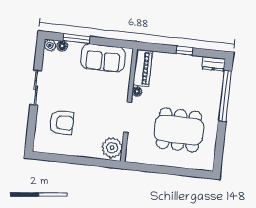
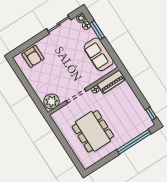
window: (185, 51) -> (151, 114), moved
dresser: (214, 64) -> (147, 120), removed
sliding door: (36, 88) -> (59, 24), moved
armchair: (62, 123) -> (33, 56), moved

